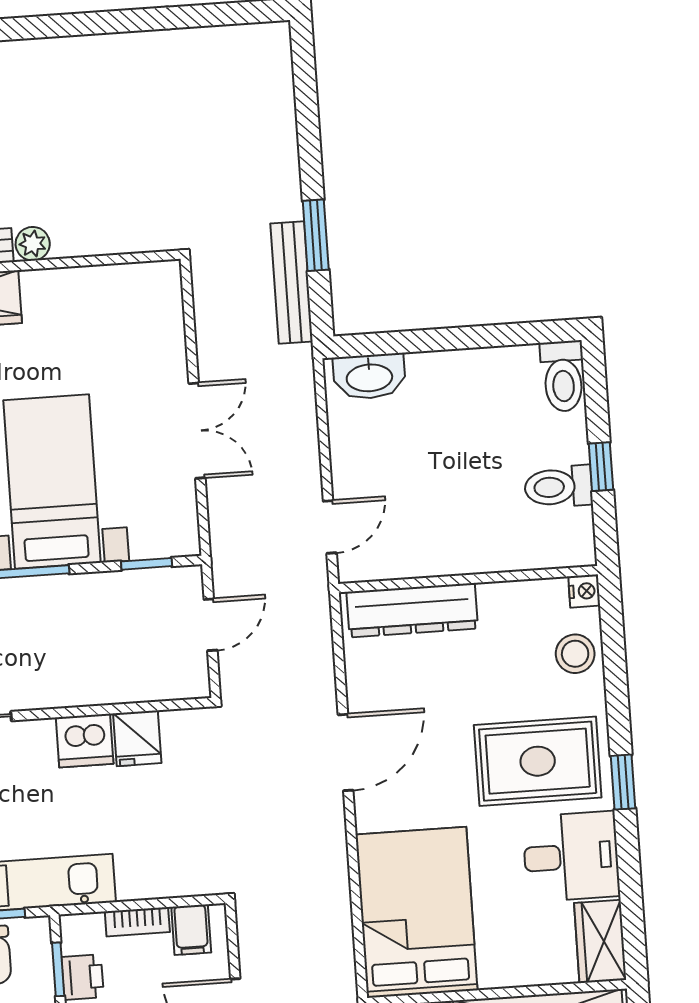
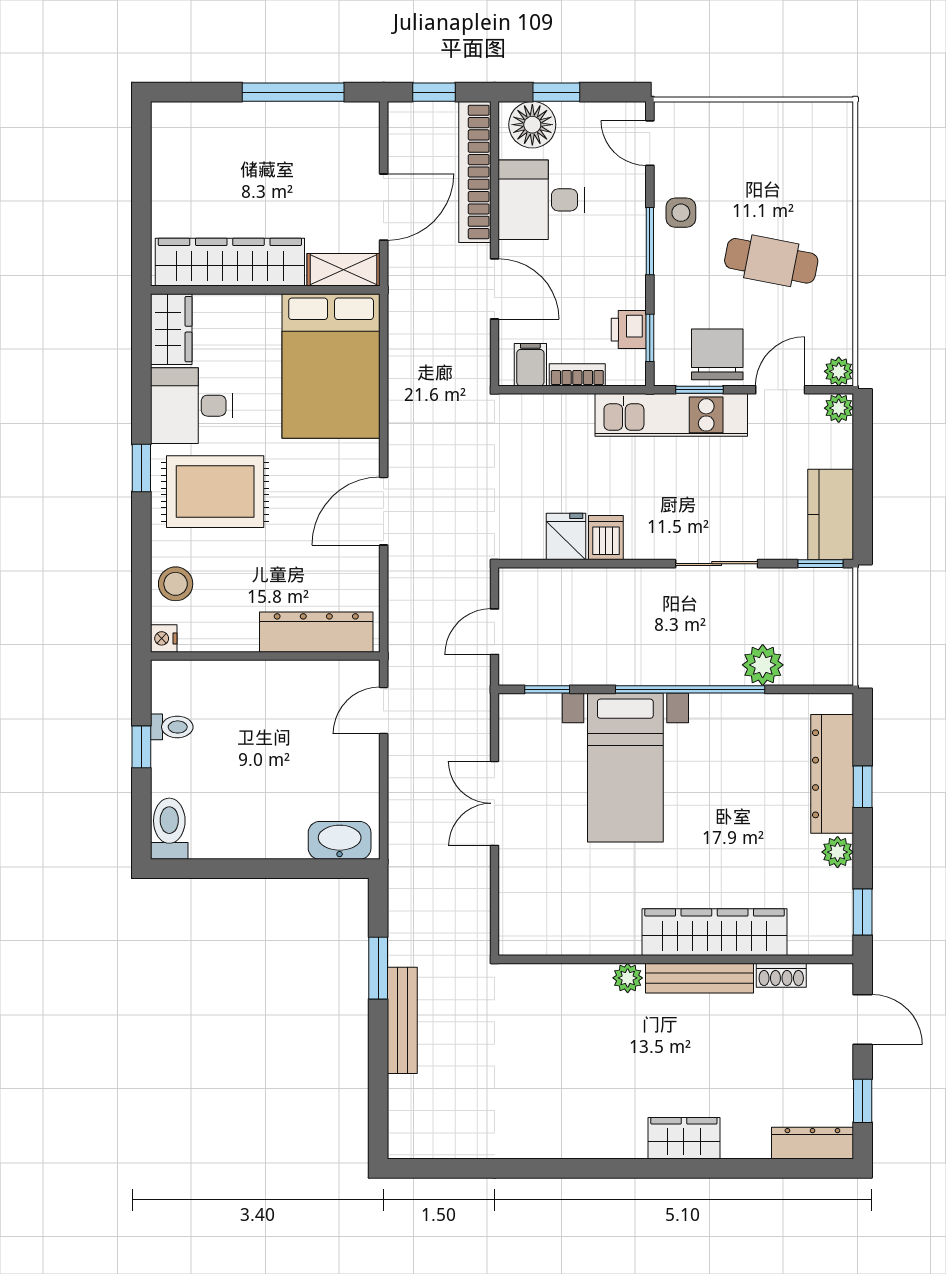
bench: (292, 283) -> (402, 1020), moved
toilet: (558, 487) -> (172, 727), width x0.73, depth x0.72
dishwasher: (85, 741) -> (606, 538), width x0.73

